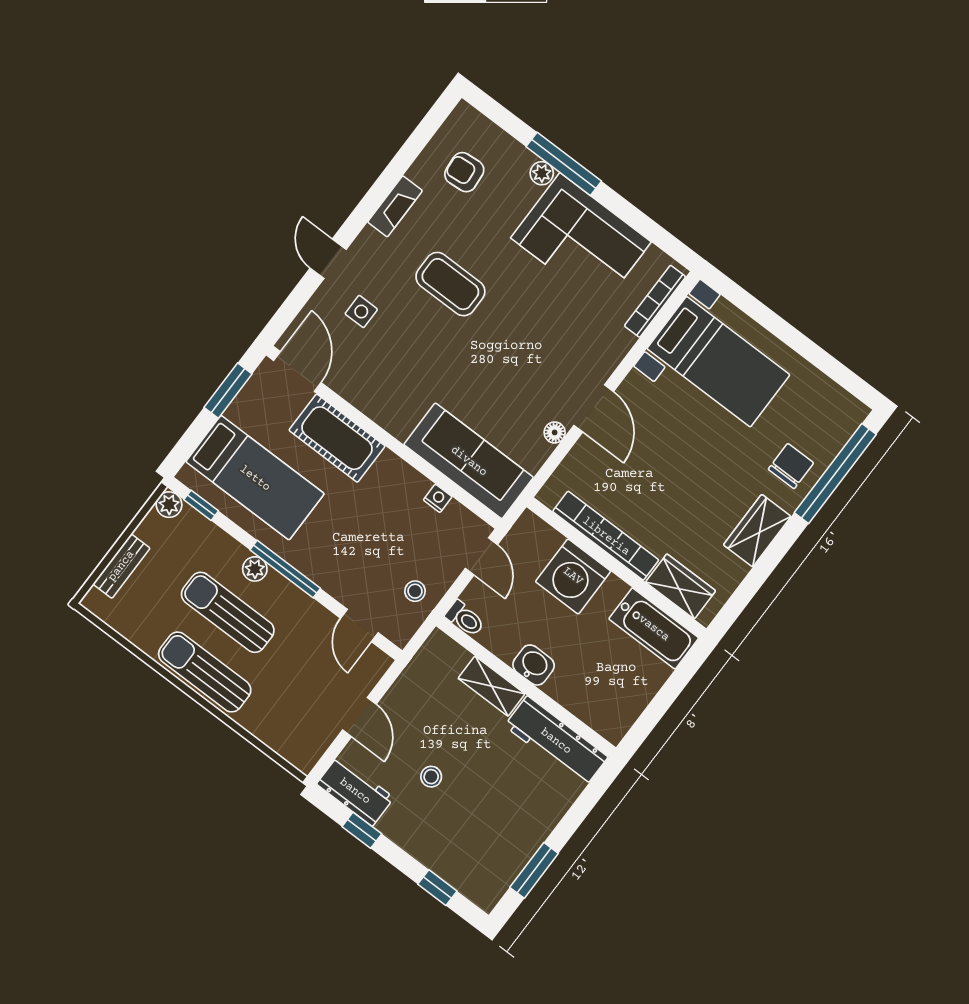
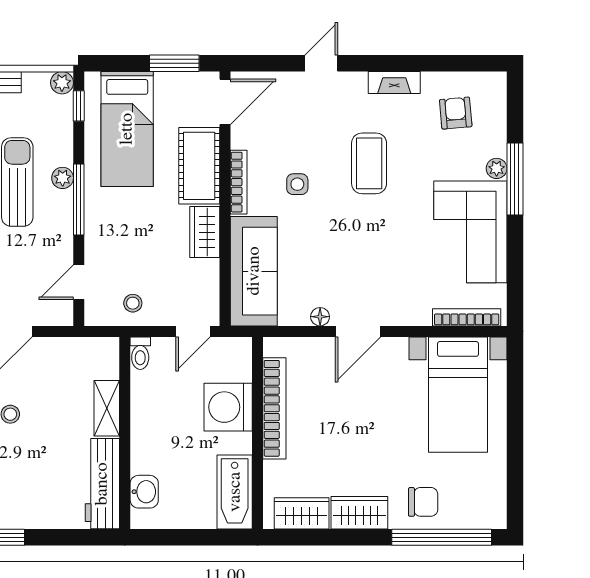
side table: (361, 311) -> (297, 184), moved
bookcase: (378, 414) -> (239, 182), added
wardrobe: (400, 478) -> (205, 232), added
nightstand: (438, 498) -> (211, 269), removed
wardrobe: (681, 586) -> (302, 513), moved, turned -90
washbasin: (534, 665) -> (144, 492), moved

